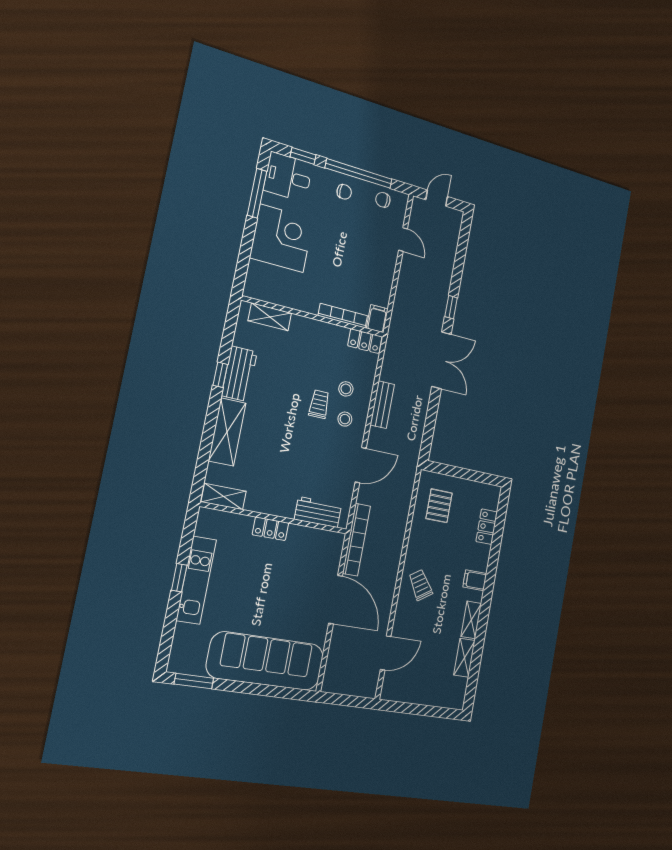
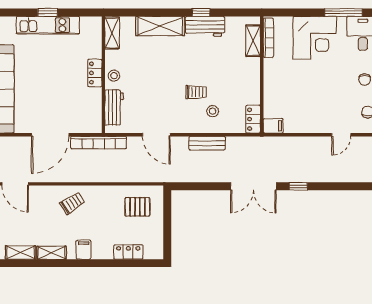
bookcase: (343, 316) -> (268, 38), moved
stool: (345, 419) -> (114, 76), moved

